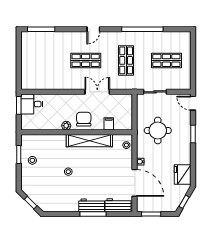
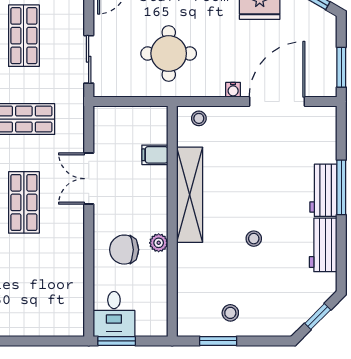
chair: (84, 119) -> (124, 250), moved
workbench: (118, 205) -> (323, 245), moved

